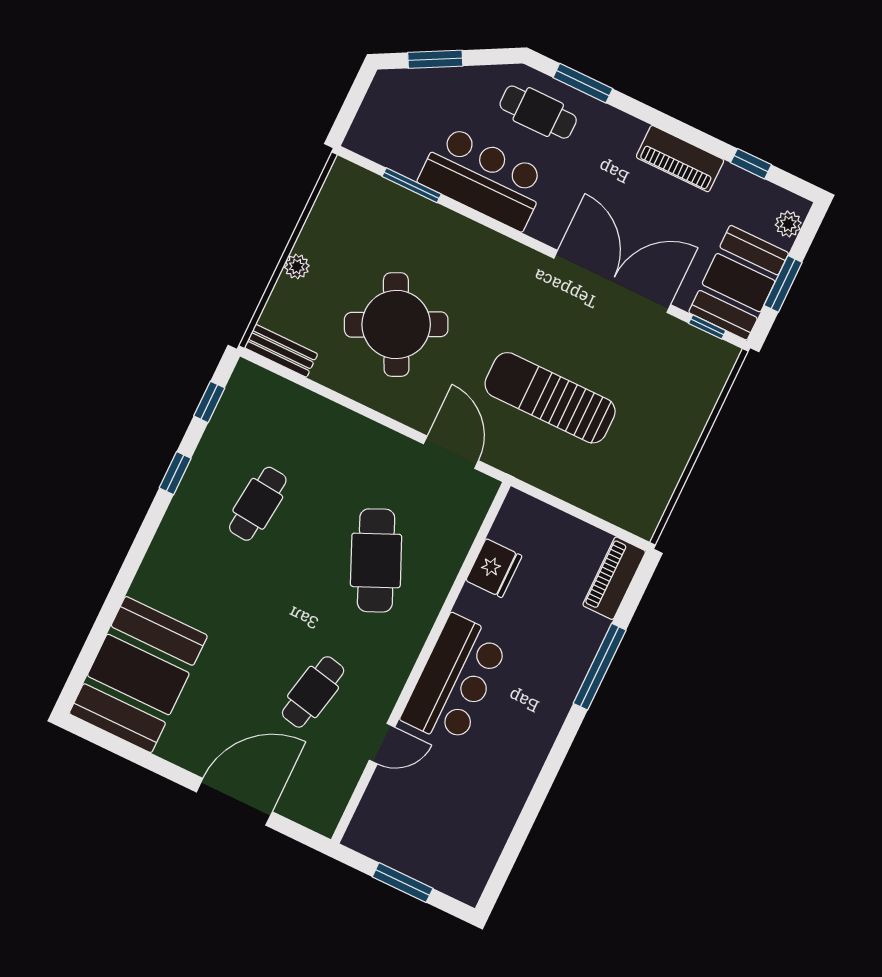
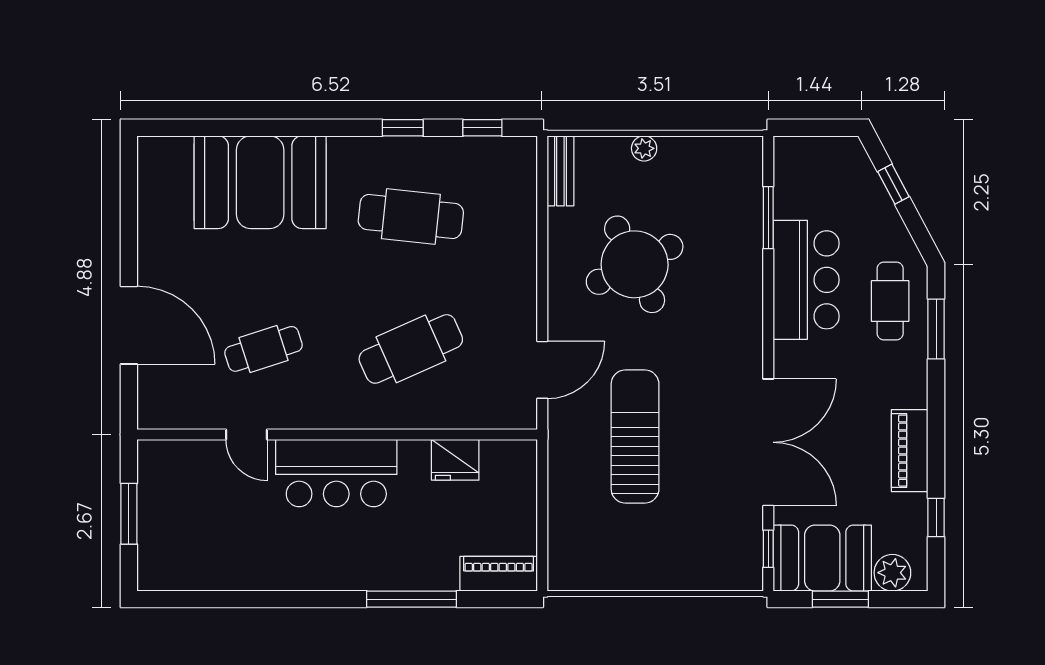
window: (435, 59) -> (893, 184), width x0.67
plant: (788, 224) -> (892, 573), width x1.38, depth x1.38
cafe table: (258, 504) -> (411, 217), width x1.37, depth x1.35
booth: (138, 675) -> (260, 182), moved
cafe table: (313, 692) -> (264, 349), turned -30

